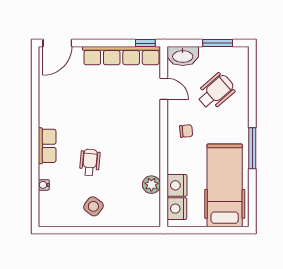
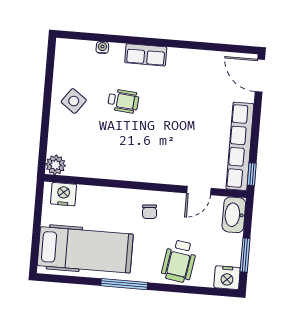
wheelchair: (216, 92) -> (179, 261), moved, turned 50
plant: (151, 185) -> (56, 165), moved
nightstand: (177, 185) -> (227, 278), moved, turned 180

